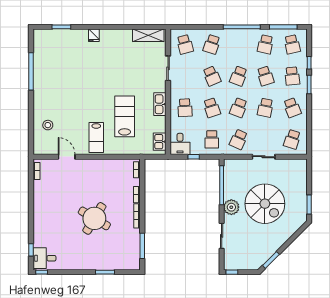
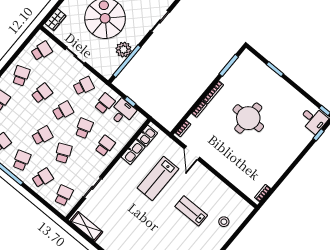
school desk: (265, 76) -> (22, 160), moved
kitchen sink: (160, 104) -> (133, 152), moved
lab bench: (96, 137) -> (191, 211), moved, turned -90
desk: (180, 144) -> (123, 112), moved
door: (67, 157) -> (192, 153), moved
wardrobe: (301, 172) -> (55, 20), added
plant: (231, 207) -> (124, 50), moved
round table: (94, 218) -> (248, 118), turned -31

